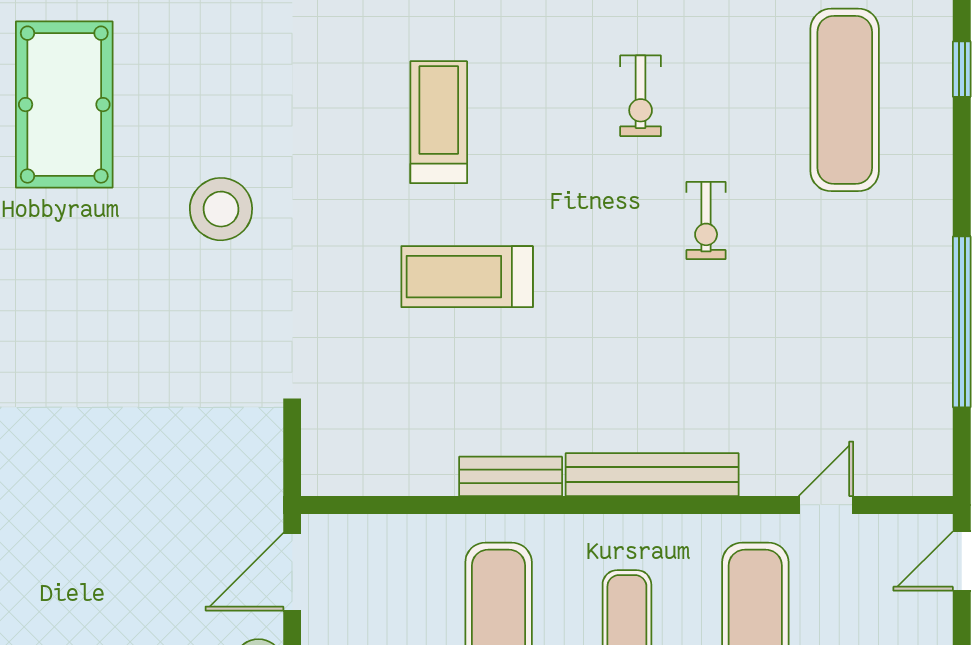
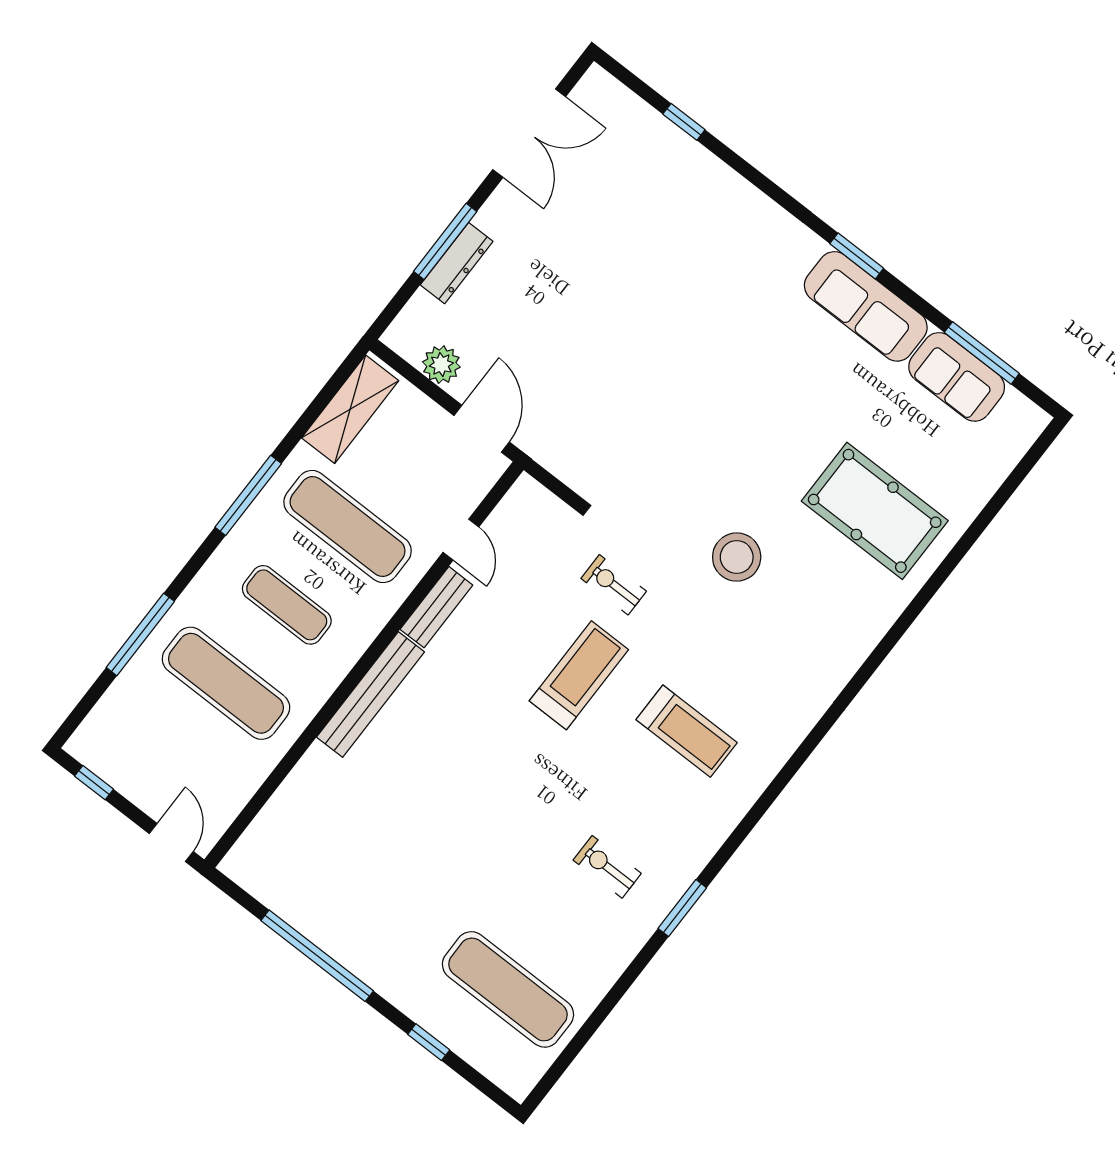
window: (962, 69) -> (429, 1042), moved
exercise bike: (706, 221) -> (614, 585), moved
door: (826, 505) -> (461, 540), moved

